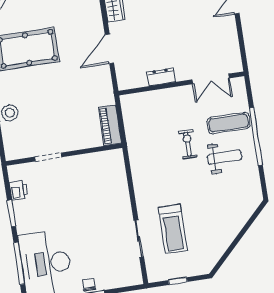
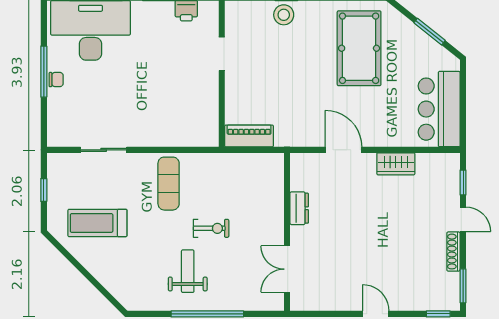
exercise mat: (229, 123) -> (169, 184), moved
weight bench: (225, 157) -> (188, 271), turned 180
treadmill: (173, 229) -> (97, 223), moved

